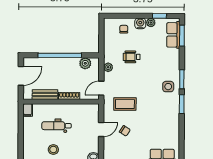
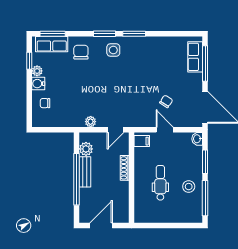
wheelchair: (132, 57) -> (78, 94), removed
chair: (166, 59) -> (81, 52), added
door: (21, 76) -> (101, 225), hinge flipped
door: (101, 88) -> (116, 130), hinge flipped
bench: (45, 94) -> (85, 172), moved
coffee table: (125, 104) -> (134, 101), removed
filing cabinet: (28, 110) -> (142, 141), moved
dental chair: (56, 126) -> (160, 183), turned 180

